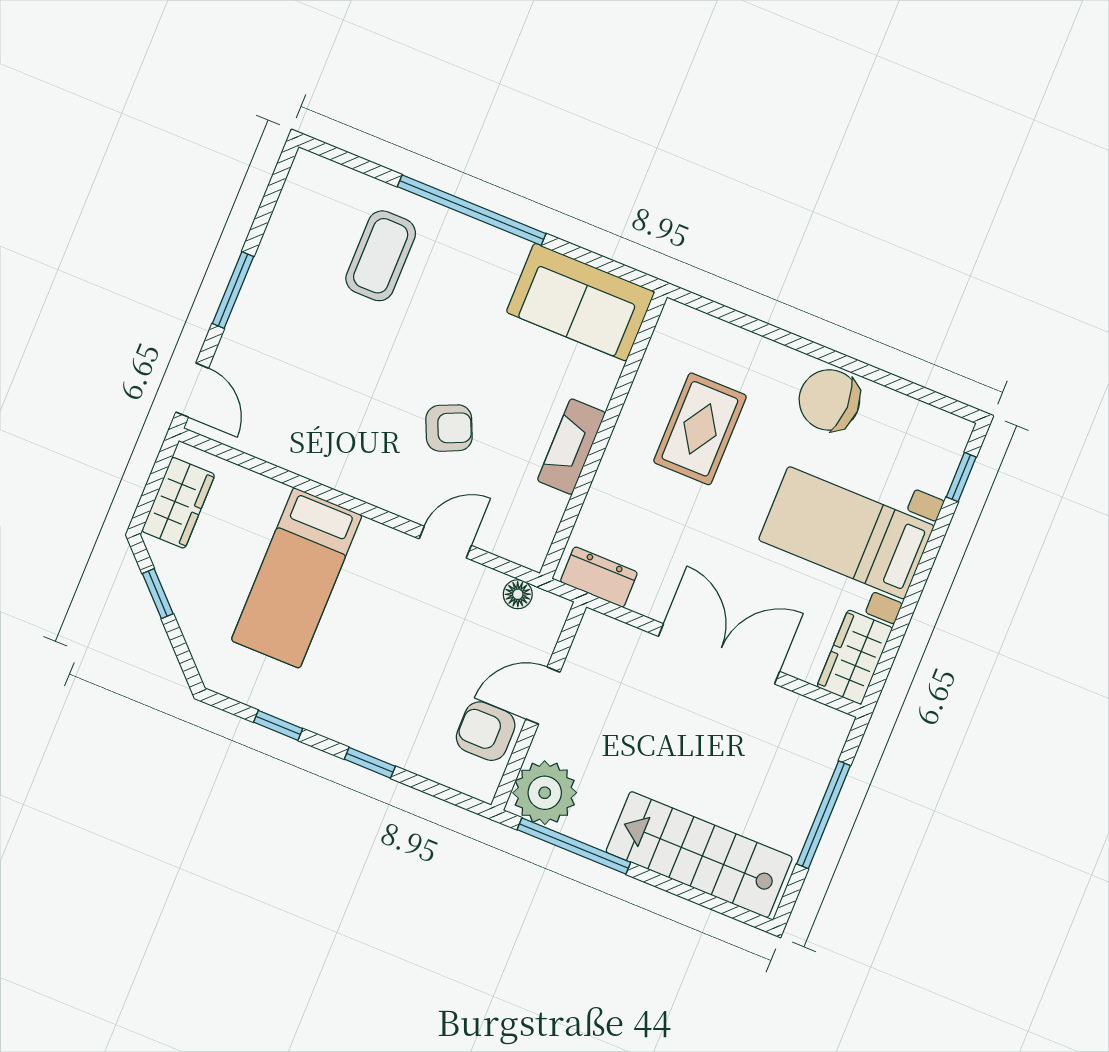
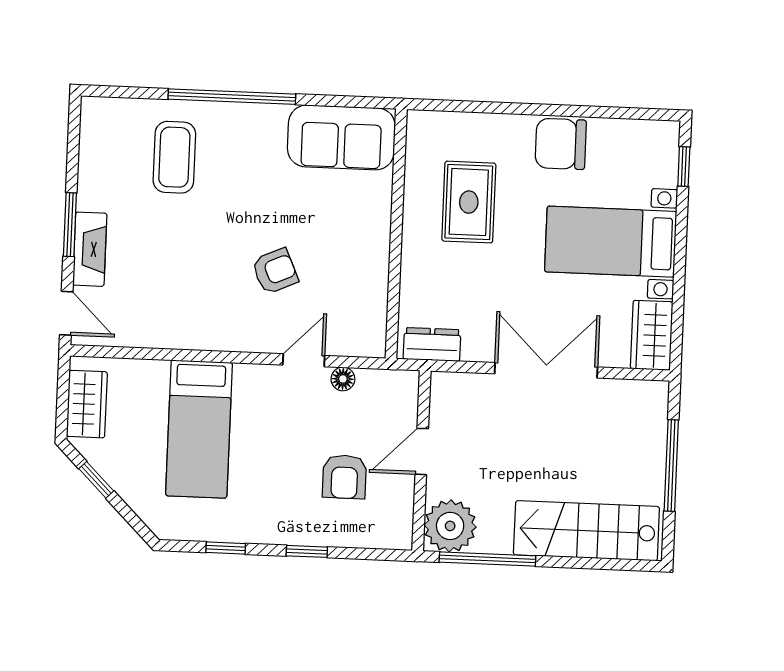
fireplace: (571, 447) -> (90, 249), moved, turned 180
floor lamp: (518, 594) -> (343, 379), moved
armchair: (486, 731) -> (344, 477), moved, turned -90

